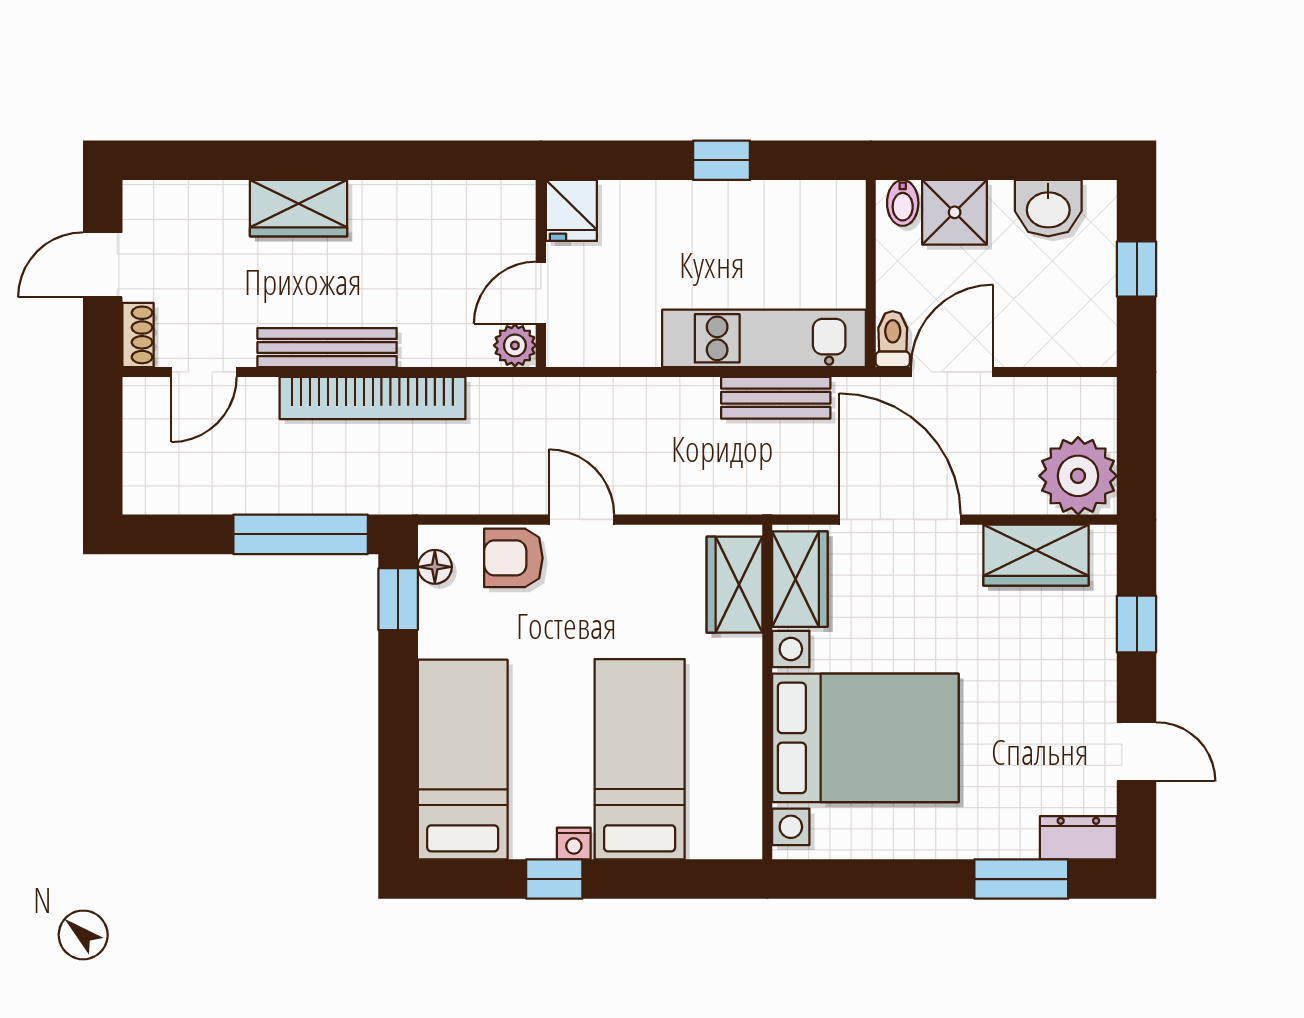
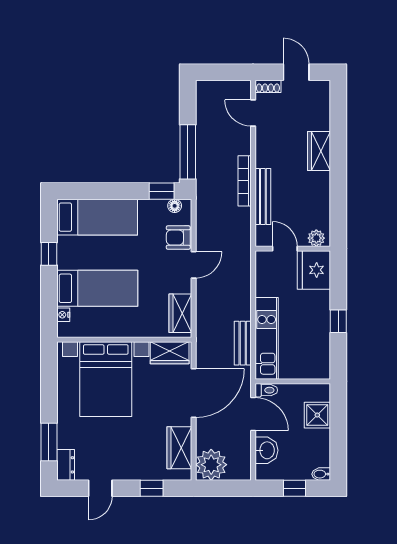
bidet: (903, 203) -> (321, 474), moved
washbasin: (1048, 208) -> (266, 450), moved, turned 180
fridge: (571, 210) -> (314, 270), width x1.88, depth x1.34
plant: (515, 345) -> (316, 238), moved
bench: (327, 348) -> (263, 196), moved
bookcase: (373, 398) -> (245, 181), width x0.68, depth x0.76
armchair: (513, 558) -> (178, 238), turned -90
wardrobe: (735, 585) -> (180, 313), moved, turned -90
nightstand: (574, 843) -> (63, 315), moved

